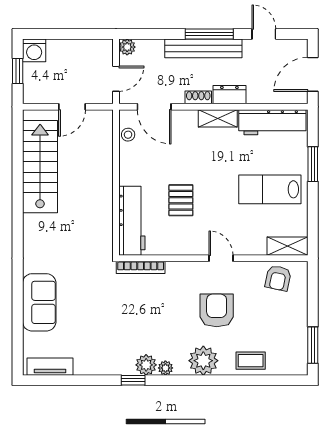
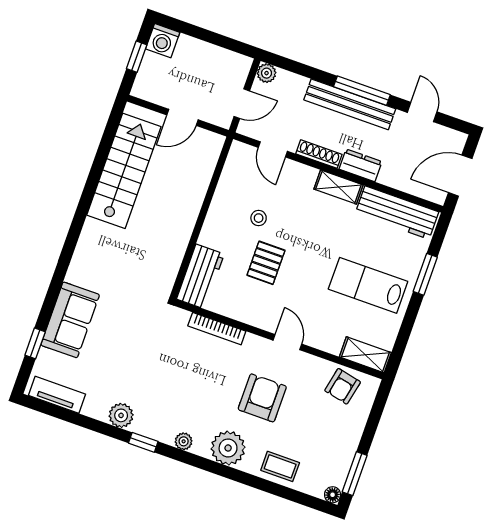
shoe rack: (198, 97) -> (319, 154), width x1.43
door: (154, 107) -> (273, 149), width x0.73
stool: (128, 135) -> (259, 218), moved
workbench: (132, 221) -> (200, 277), width x0.73
bookcase: (141, 267) -> (217, 329), moved
window: (18, 331) -> (35, 343), added
plant: (146, 365) -> (121, 415), moved
floor lamp: (301, 368) -> (333, 495), added

